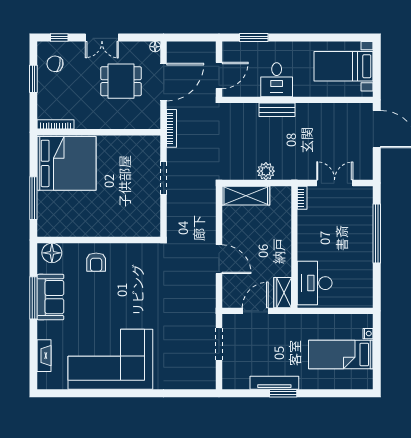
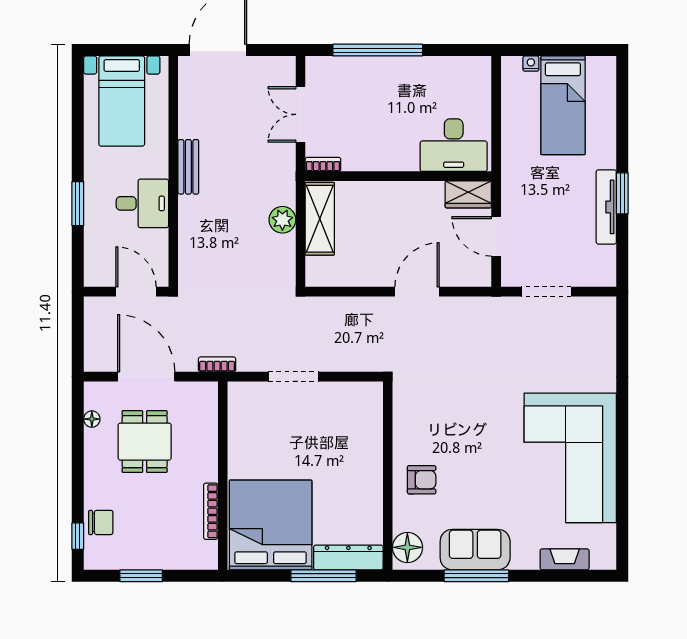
double door: (102, 37) -> (78, 471), removed
window: (254, 37) -> (78, 204), moved
floor lamp: (155, 47) -> (92, 419), moved
chair: (55, 64) -> (101, 522), moved, turned -103
bench: (277, 110) -> (188, 167), moved
bookcase: (56, 124) -> (211, 511), moved
bookcase: (171, 128) -> (217, 364), width x0.64
shelving: (246, 196) -> (320, 219), moved
dresser: (45, 214) -> (348, 557), added

